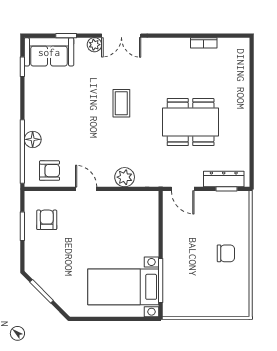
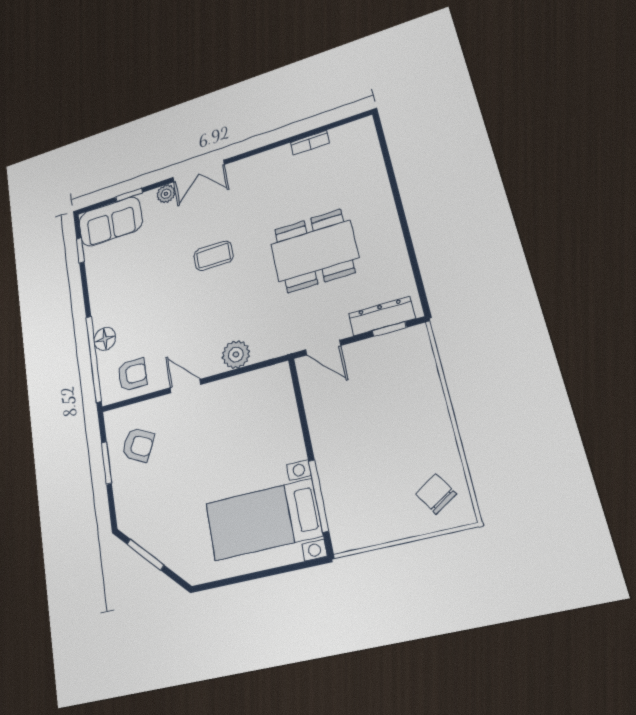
coffee table: (121, 103) -> (213, 256), turned 90
armchair: (47, 220) -> (138, 445), turned 117
chair: (226, 253) -> (436, 494), moved, turned -122

